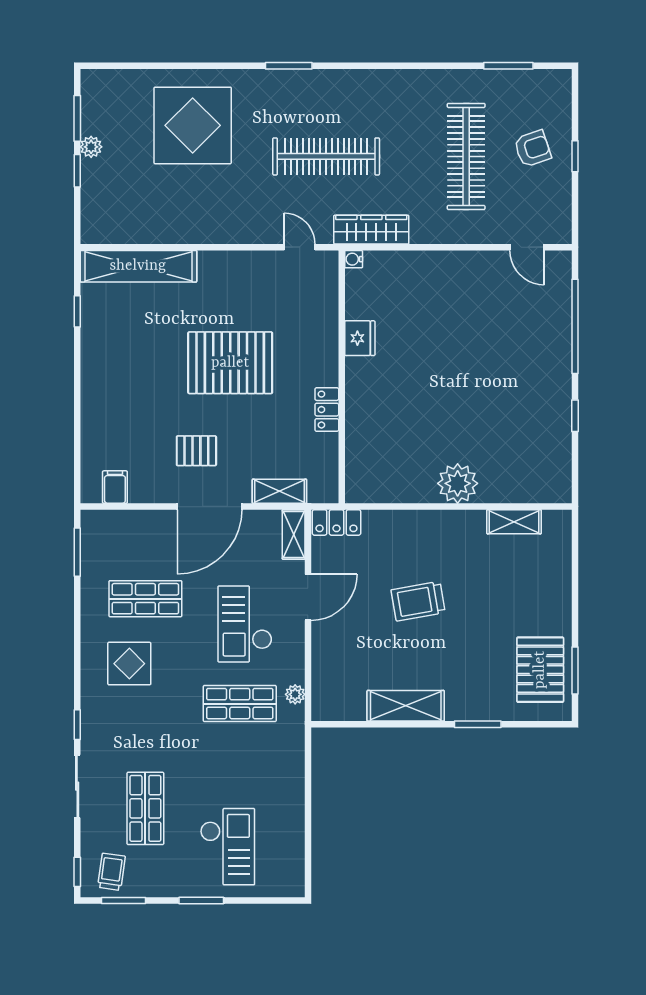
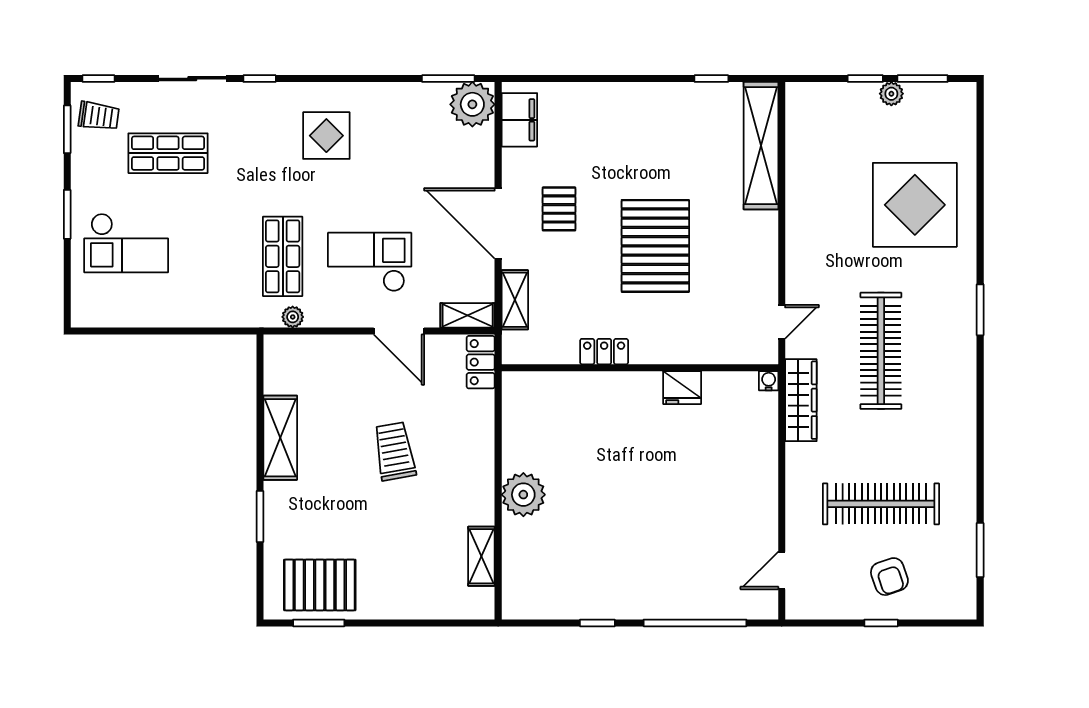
filing cabinet: (115, 487) -> (519, 120), width x2.00
plant: (101, 530) -> (472, 104), added
shop shelf: (145, 599) -> (397, 153), removed

